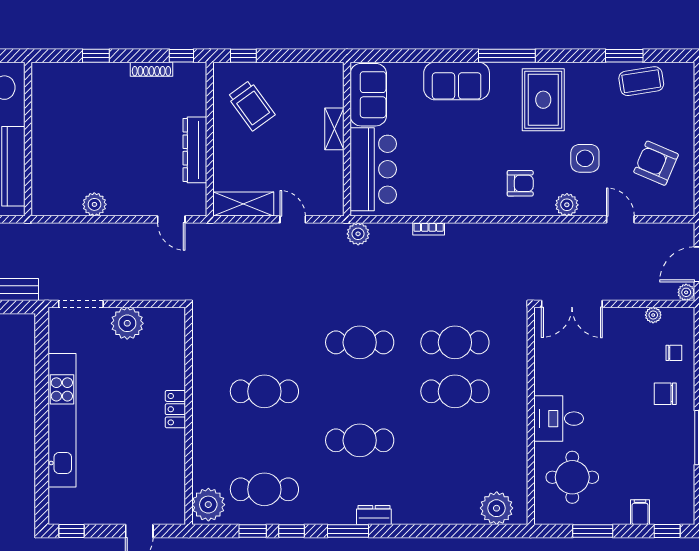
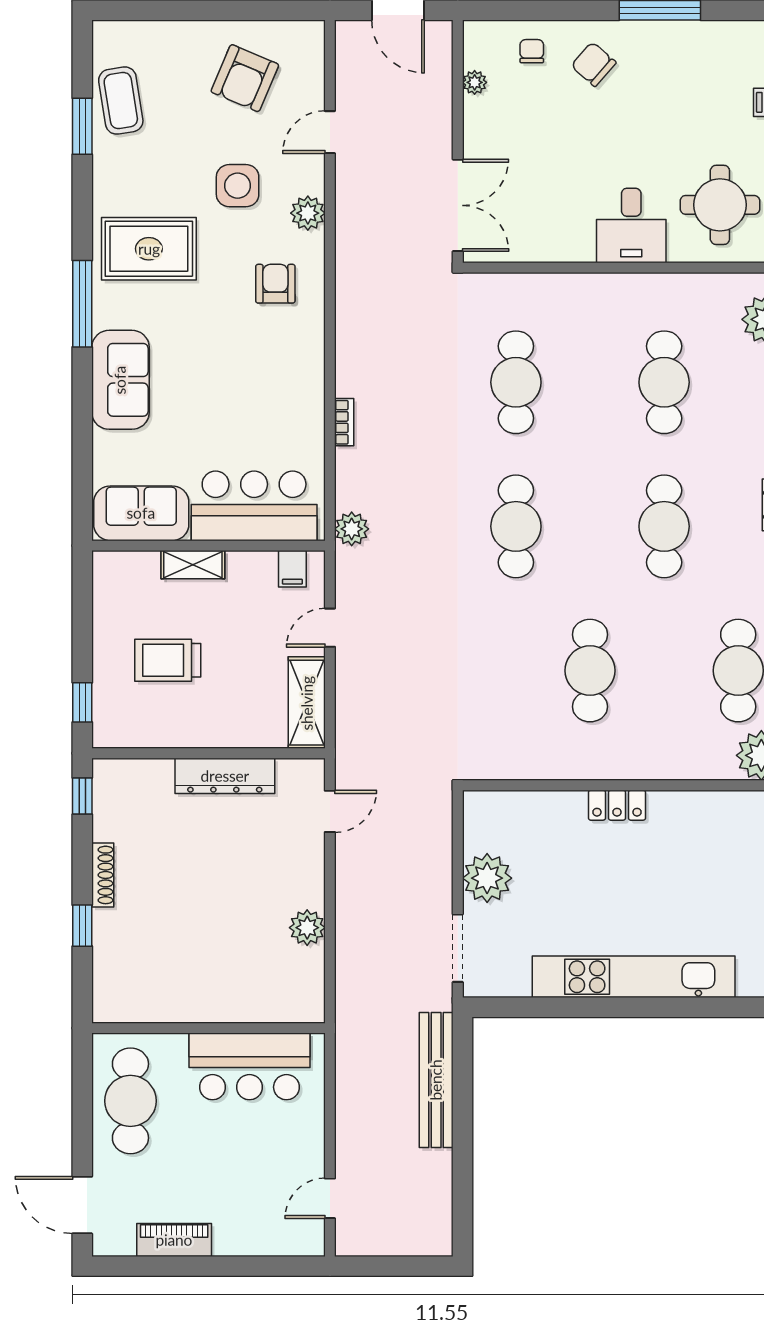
shoe rack: (151, 69) -> (103, 875), moved
trolley: (251, 106) -> (168, 660), moved, turned -144
filing cabinet: (332, 195) -> (292, 569), added
plant: (686, 292) -> (440, 33), removed
cafe table: (455, 391) -> (664, 382), moved
chair: (665, 394) -> (594, 64), turned 131

